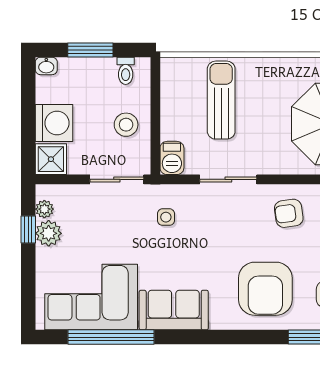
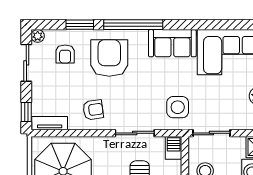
side table: (166, 217) -> (178, 107), width x1.87, depth x1.87
window: (111, 337) -> (133, 25), moved

